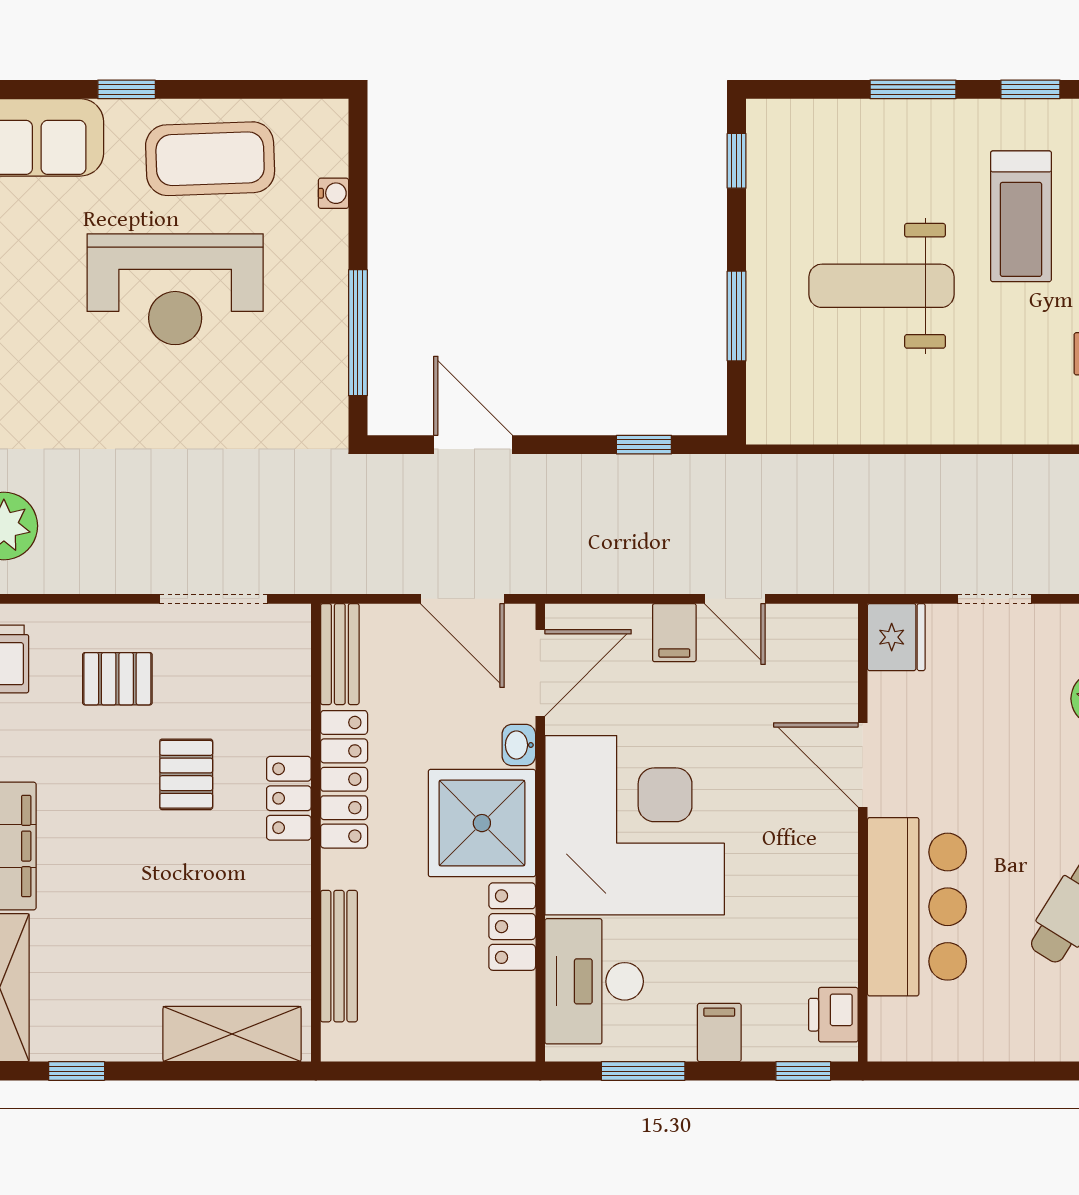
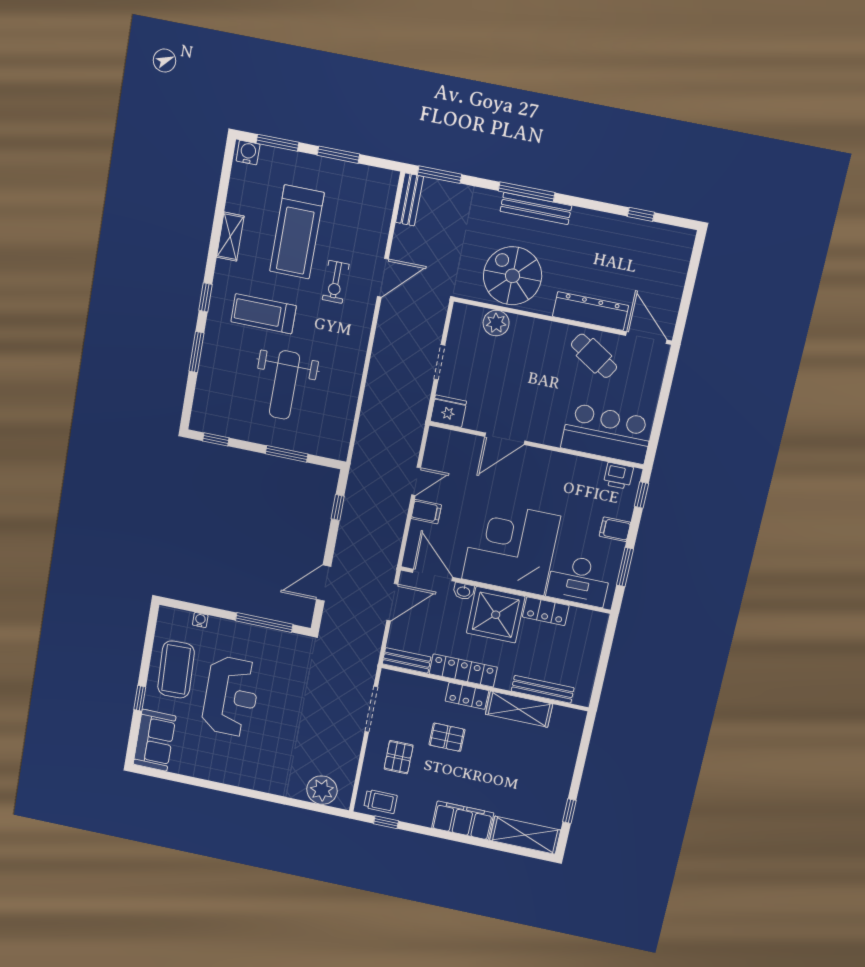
treadmill: (1021, 216) -> (264, 314), turned 180
bar counter: (917, 907) -> (607, 433), moved
shelving: (232, 1034) -> (519, 709), moved, turned 90

